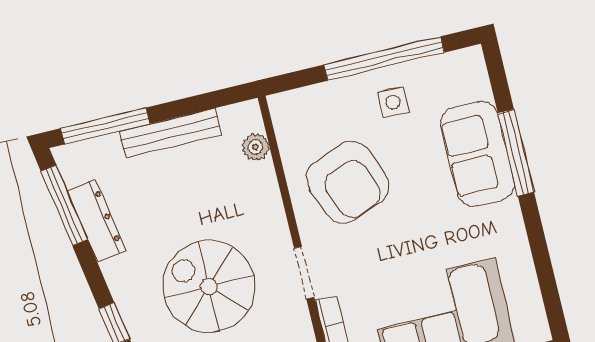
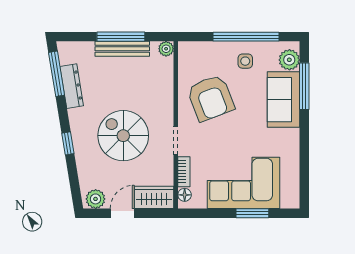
plant: (471, 81) -> (289, 60), added
window: (105, 126) -> (121, 37), moved
plant: (256, 147) -> (166, 49), moved
window: (516, 153) -> (304, 86), moved

